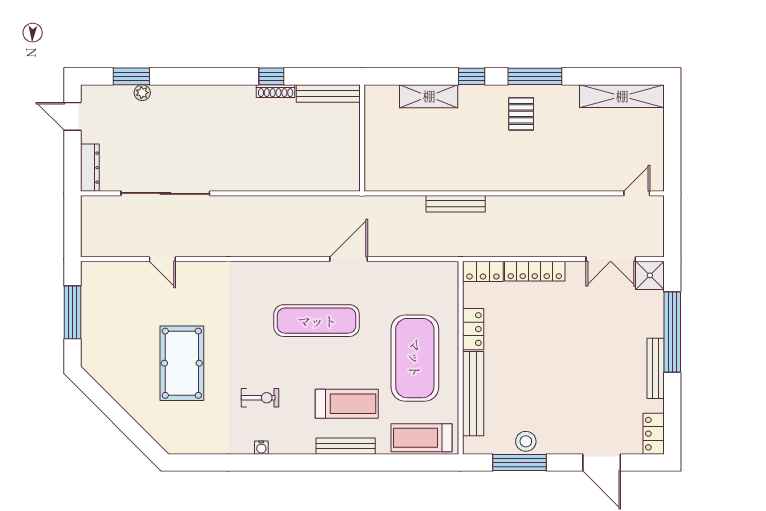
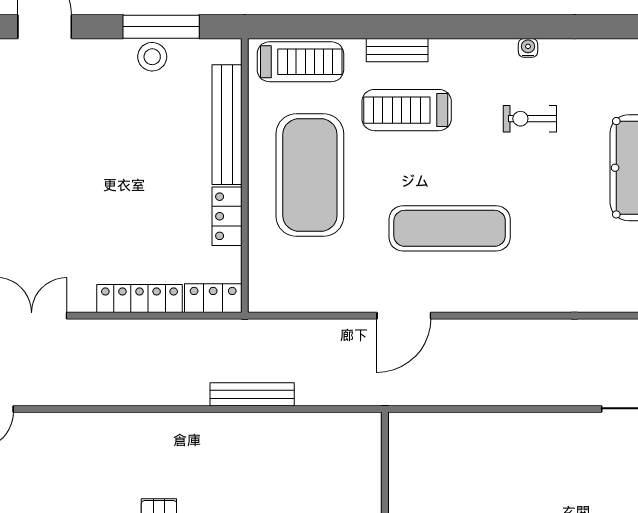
bench: (346, 446) -> (397, 50), width x0.73

